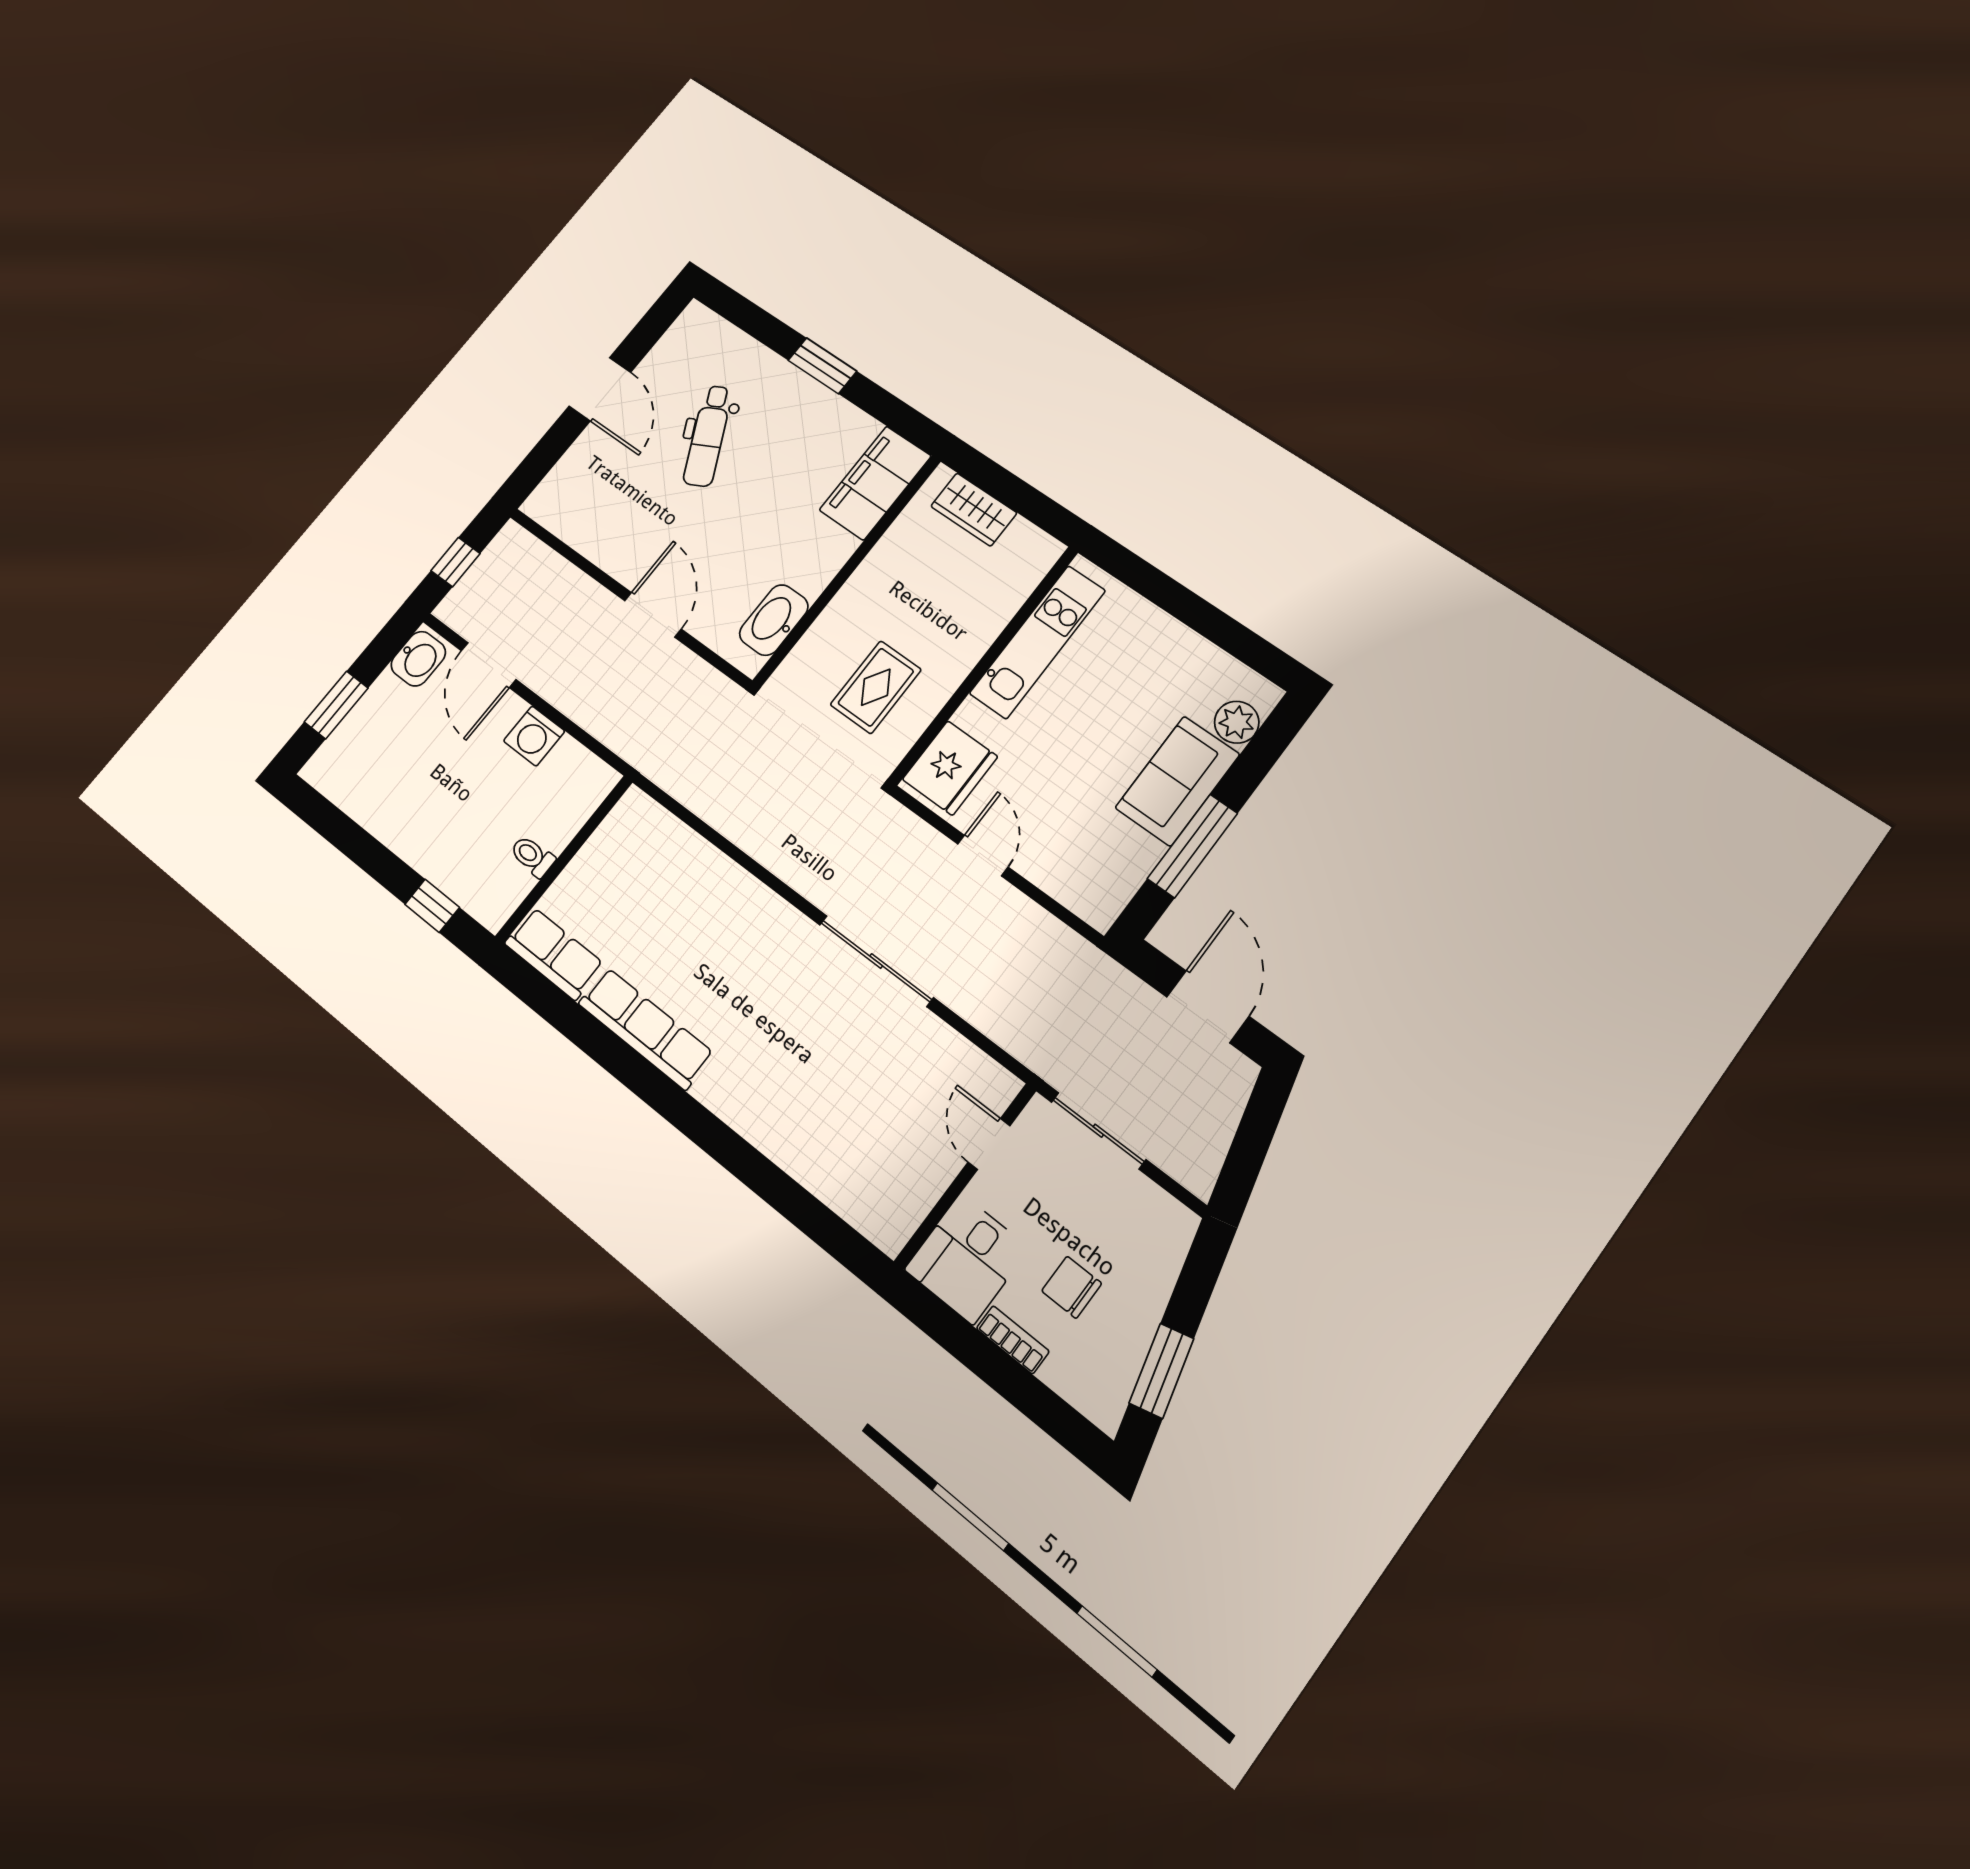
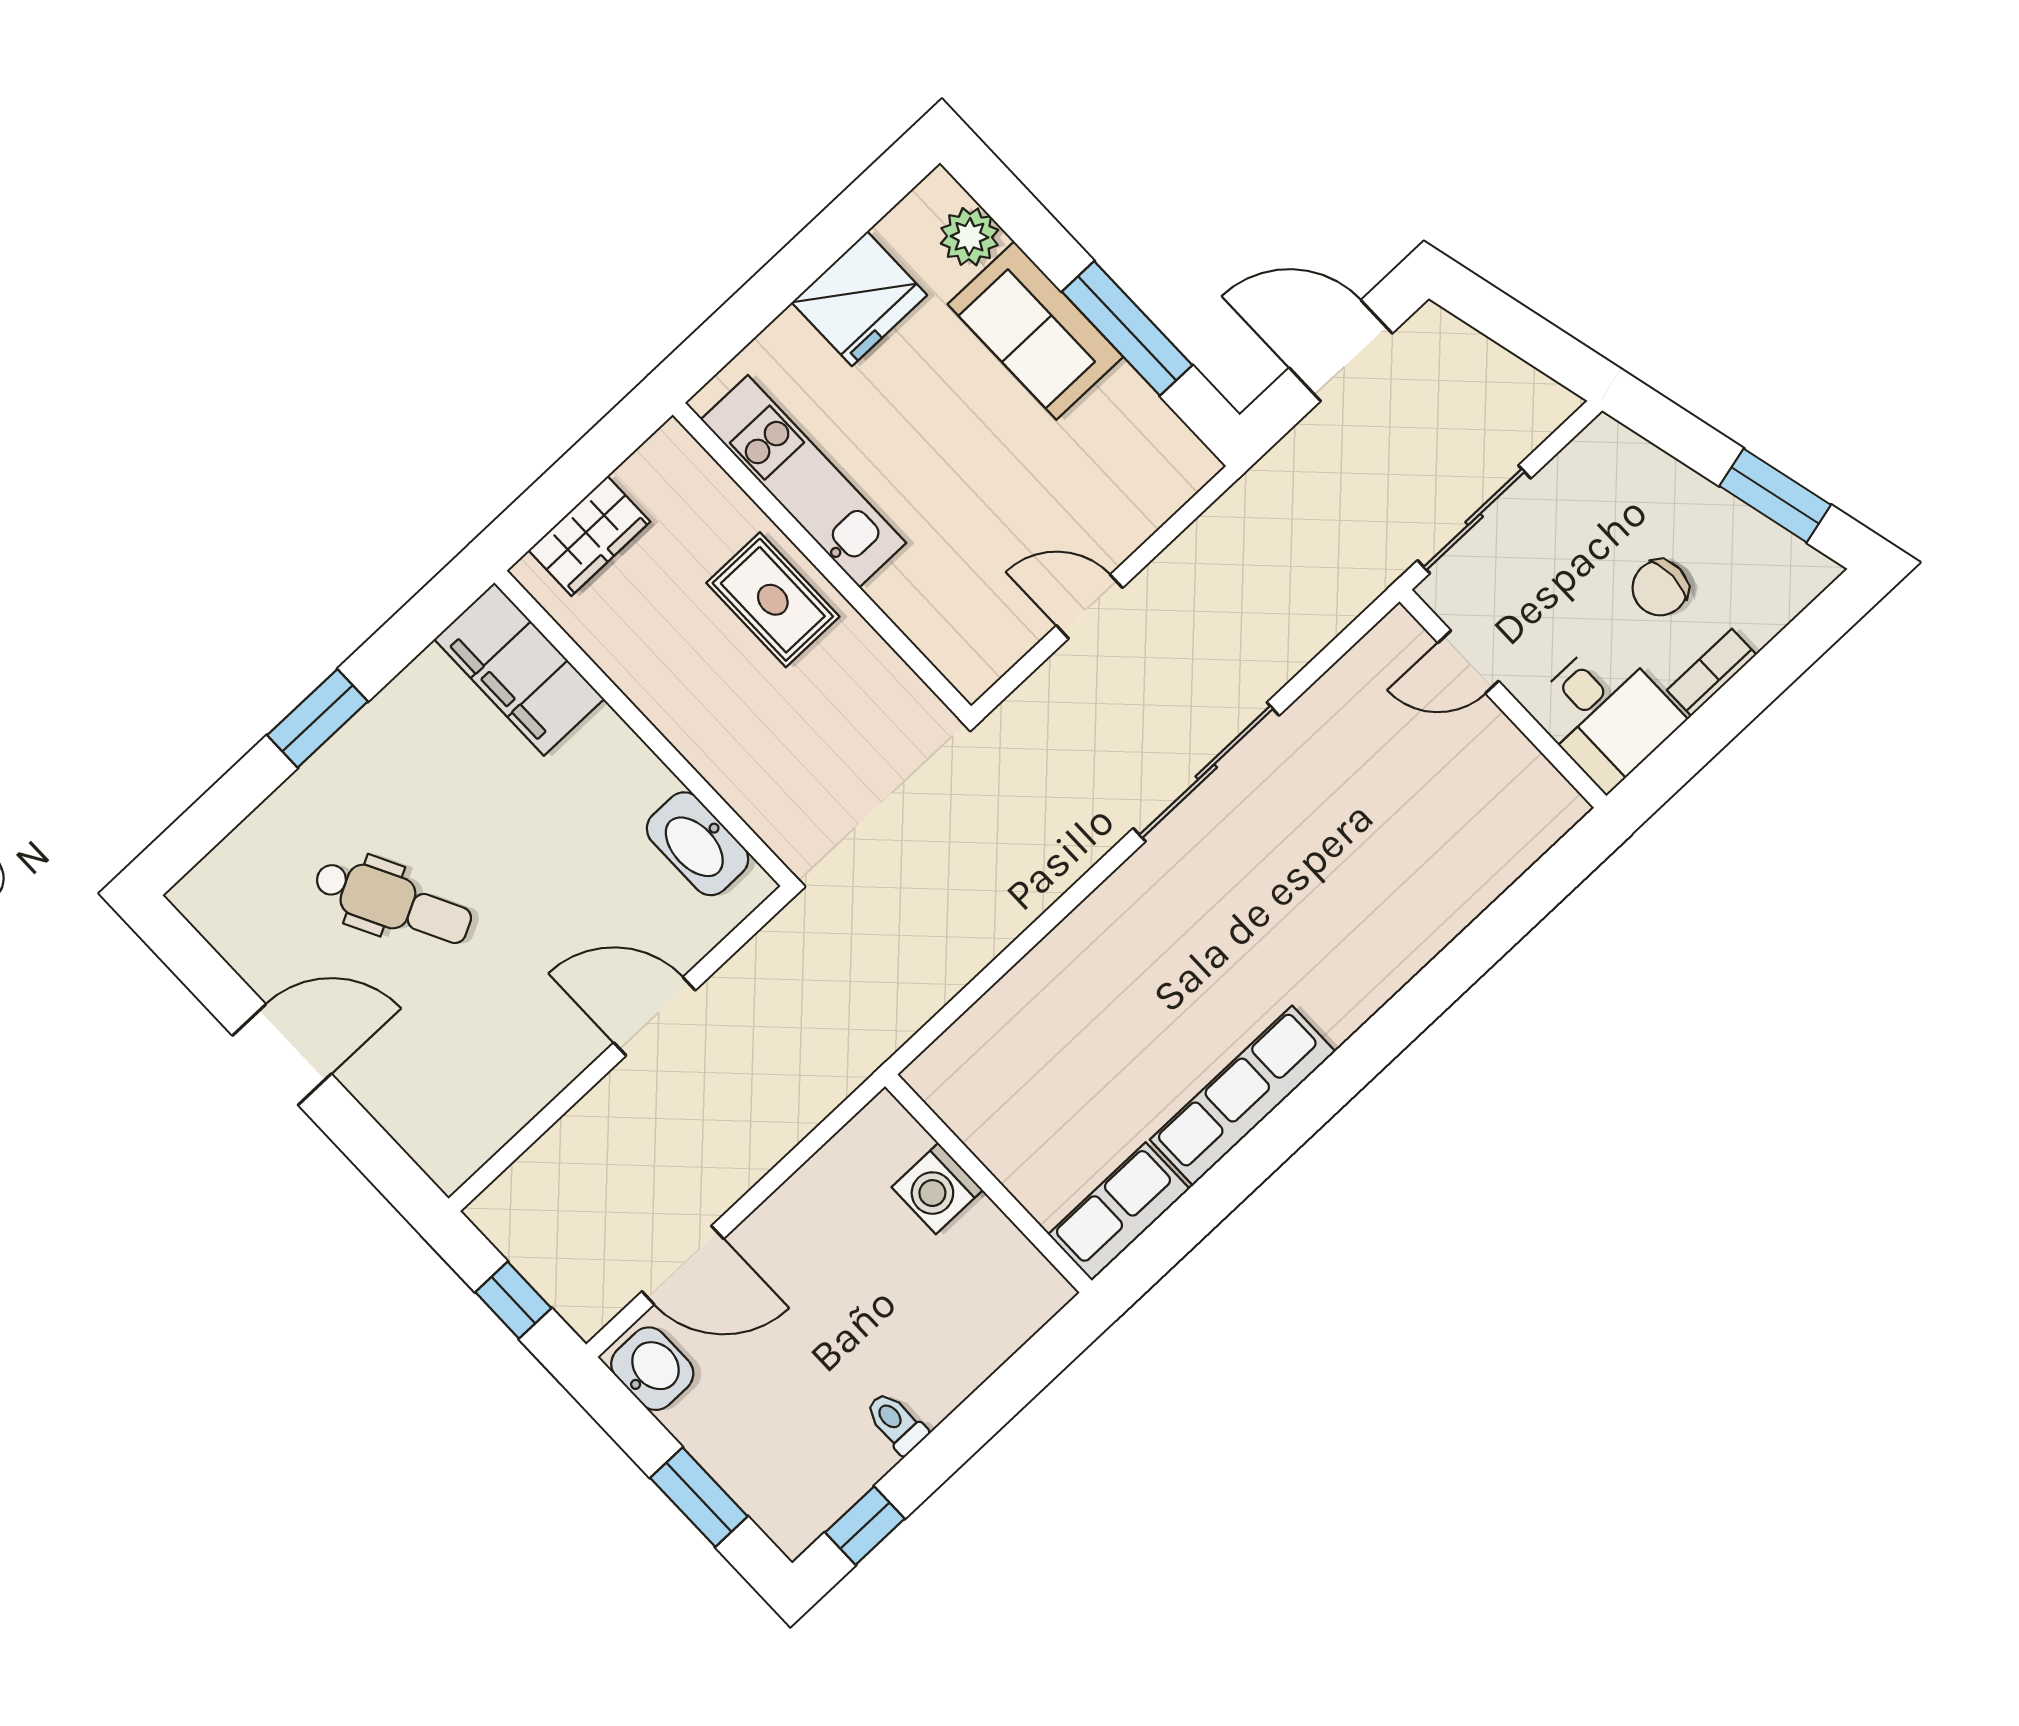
rug: (876, 687) -> (773, 600), moved
washing machine: (534, 736) -> (937, 1189), moved, turned 90
fridge: (950, 768) -> (859, 299), moved, turned 90
toilet: (532, 856) -> (896, 1423), moved, turned 90
window: (432, 906) -> (865, 1526), moved

